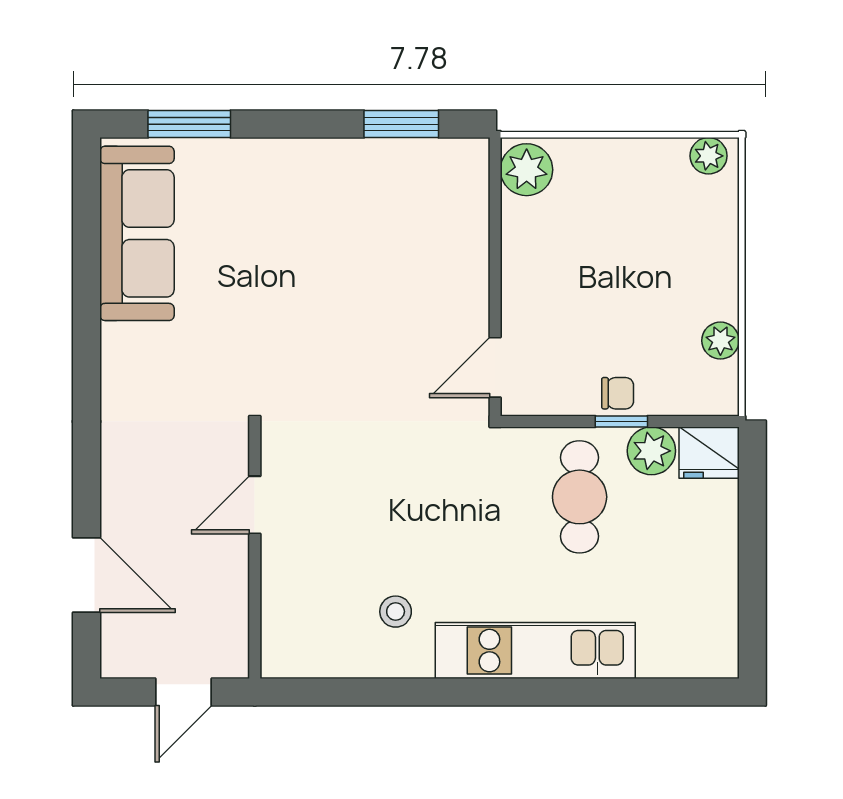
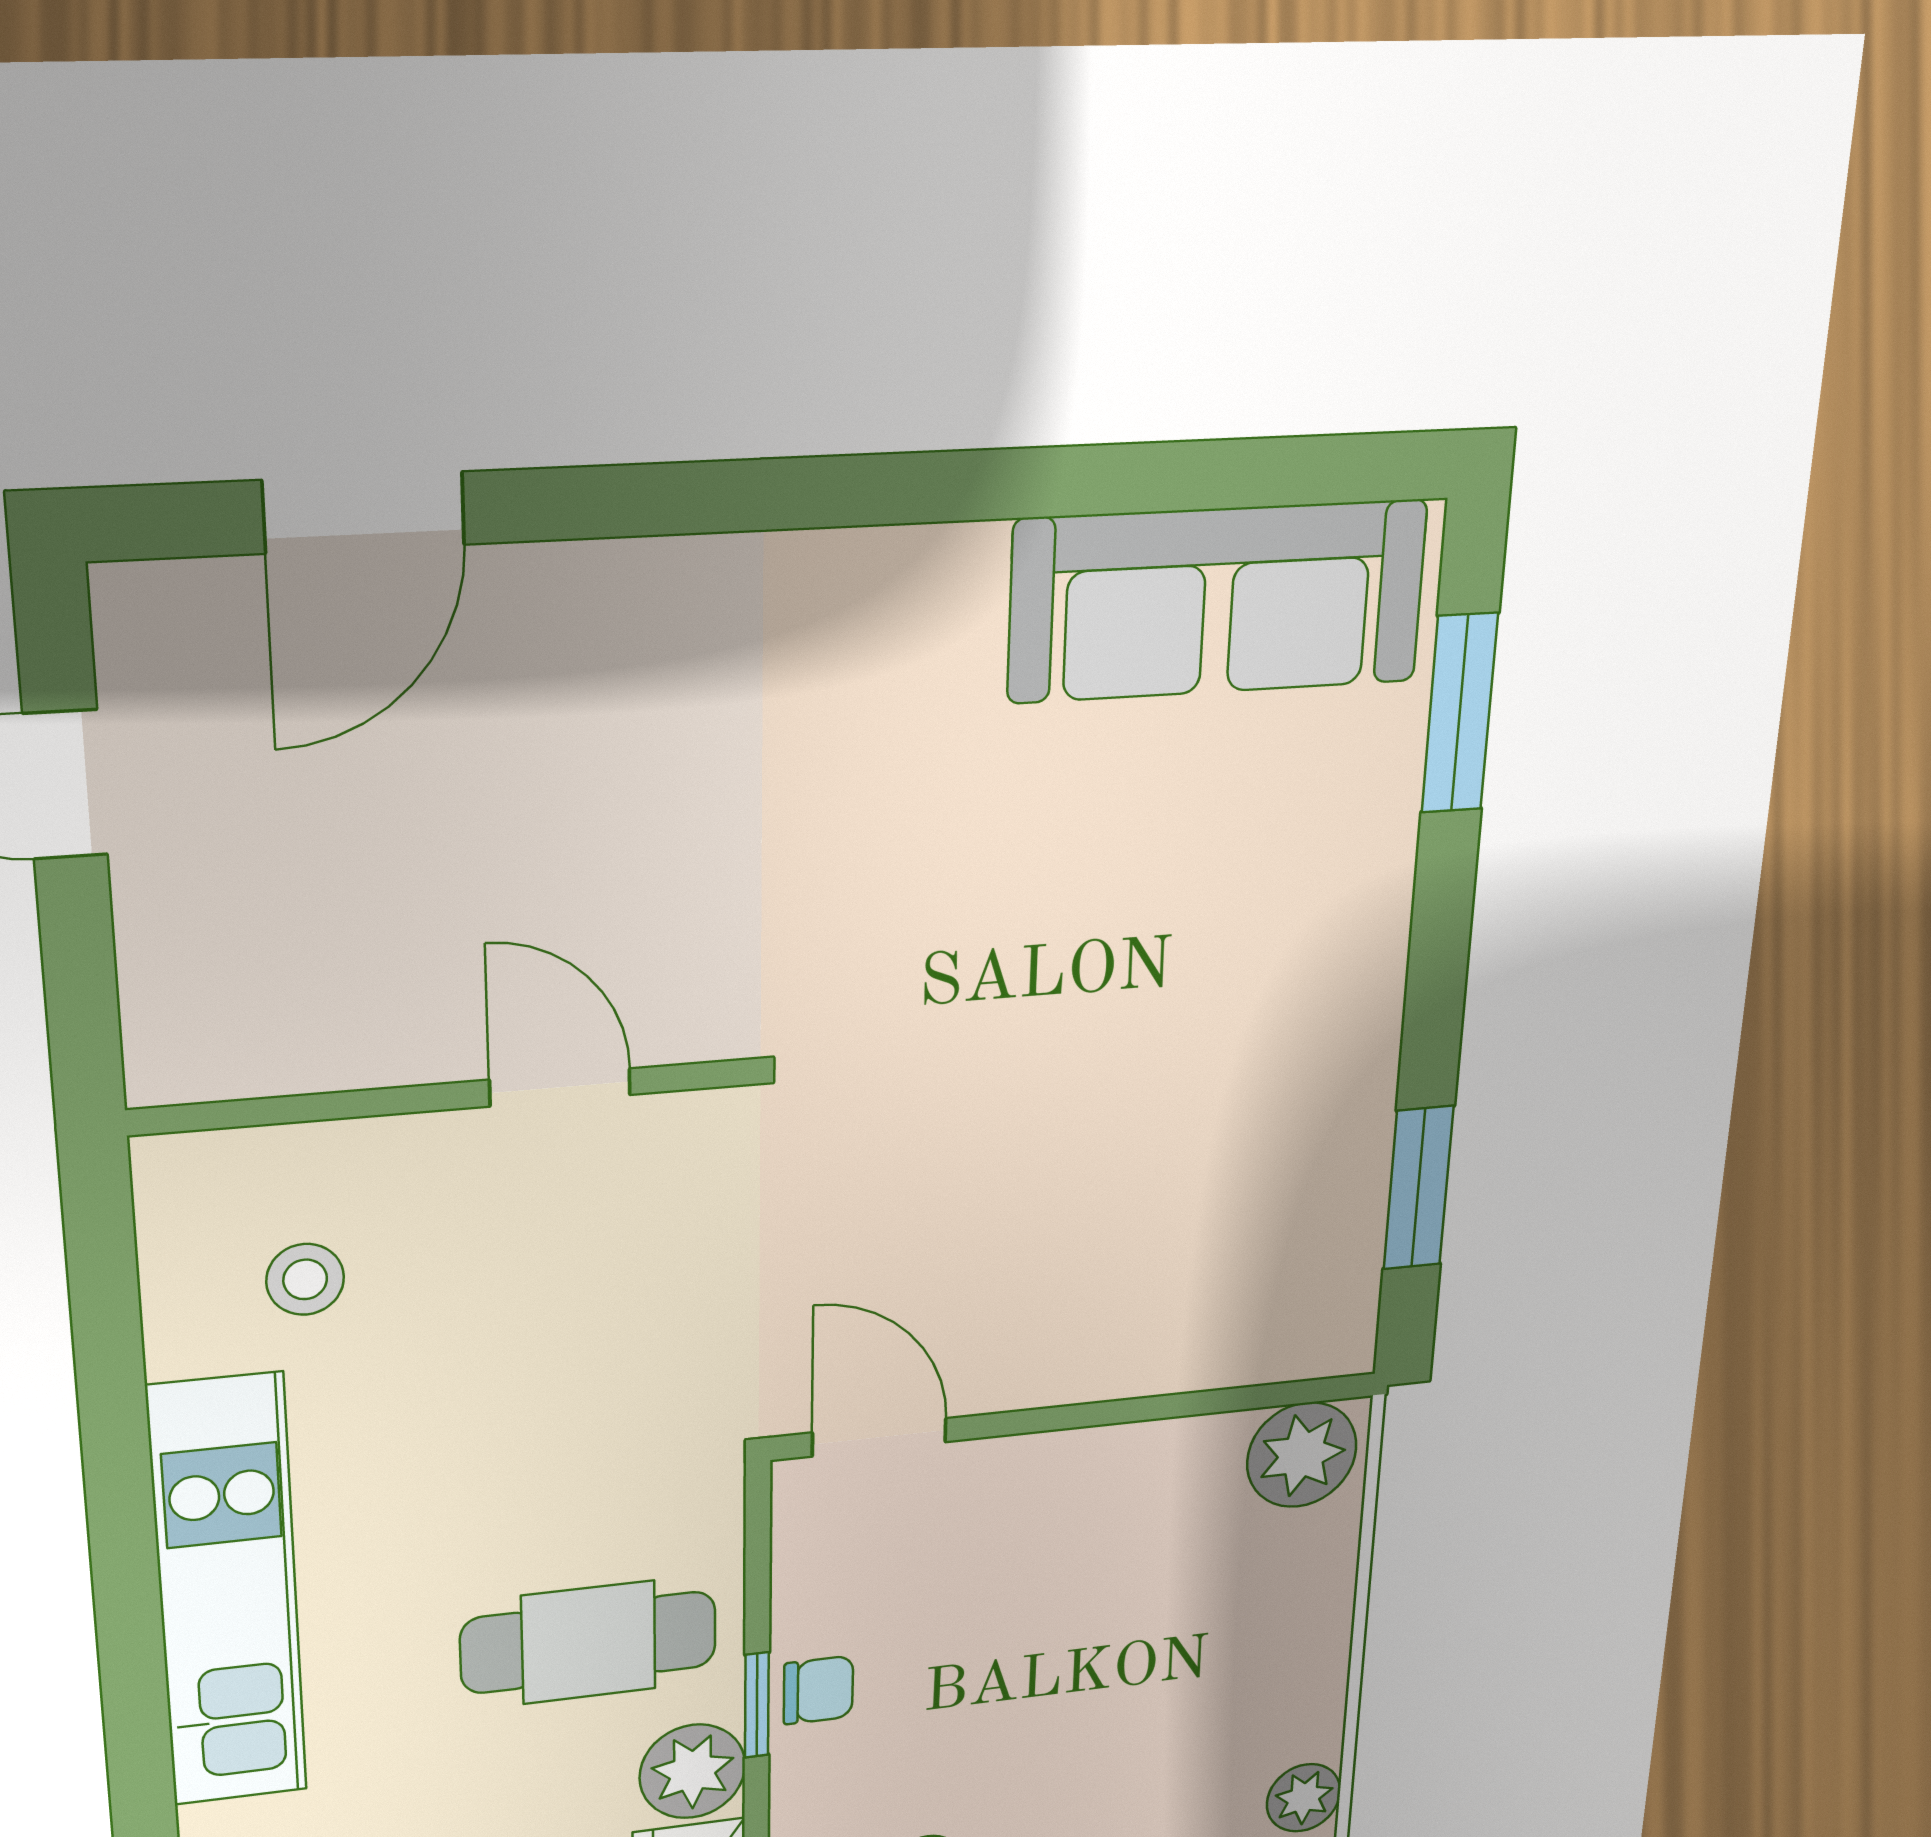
chair: (618, 393) -> (818, 1690), turned -90
door: (255, 505) -> (560, 1087), moved
wall: (255, 553) -> (443, 1097), moved

